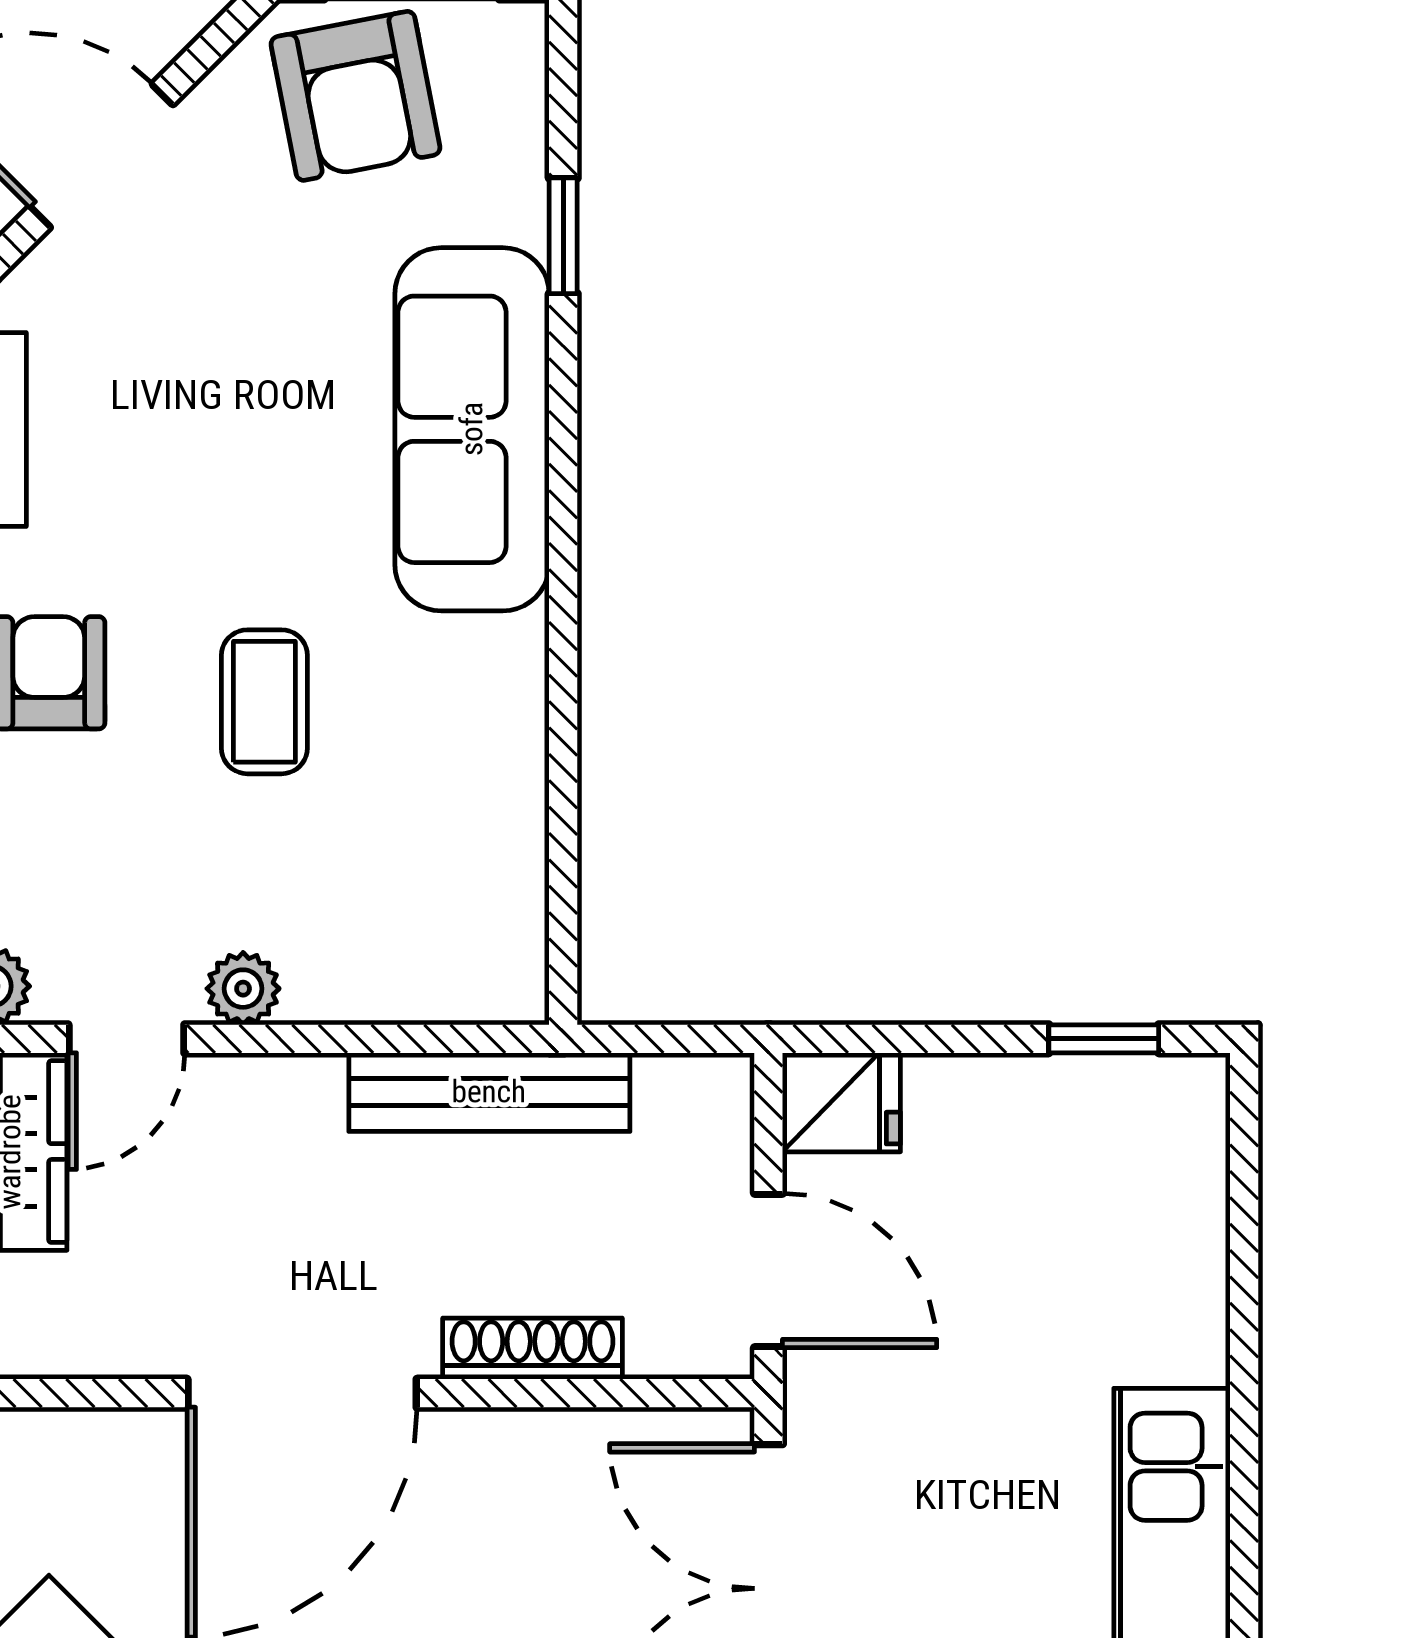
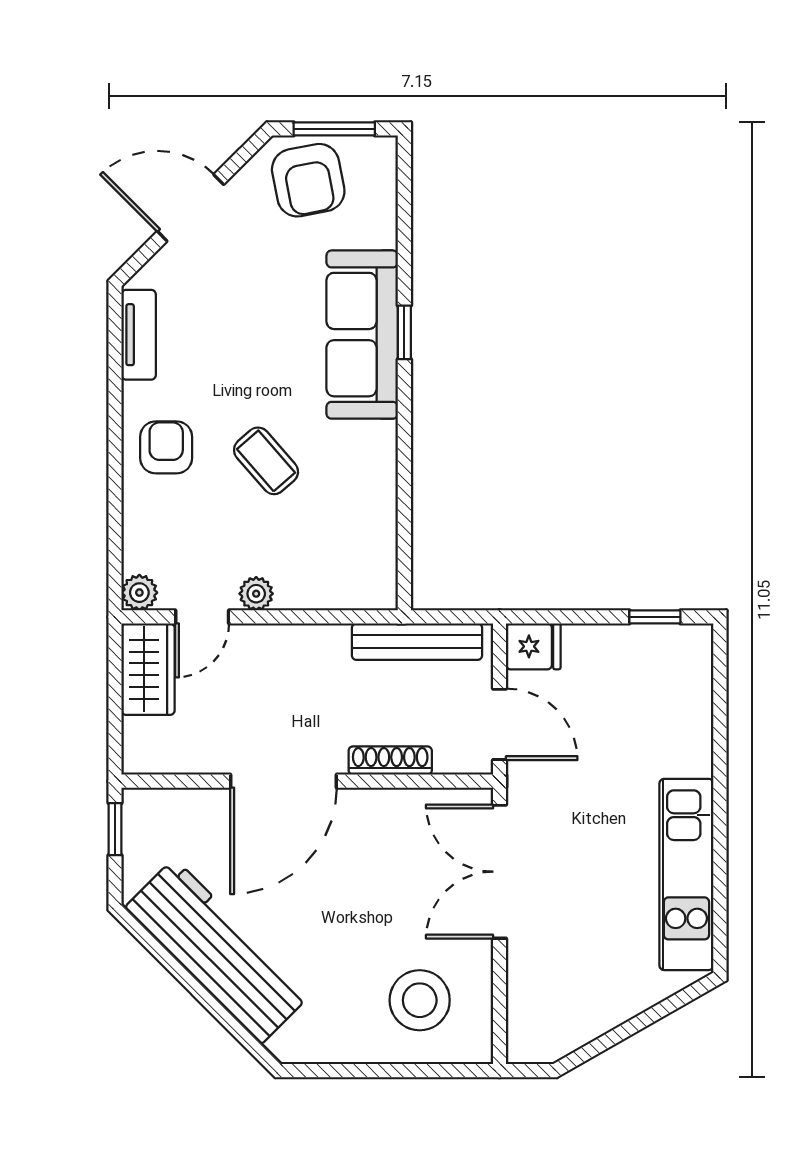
window: (563, 236) -> (404, 332), moved
coffee table: (264, 702) -> (266, 461), turned -41
bench: (489, 1092) -> (417, 642), moved

